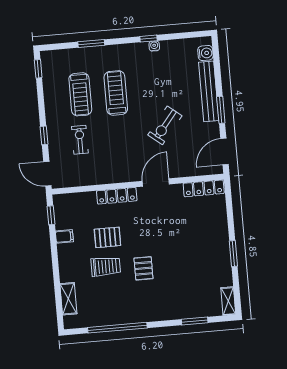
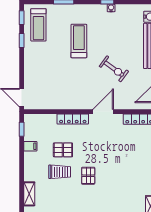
treadmill: (80, 94) -> (38, 25), moved
exercise bike: (165, 125) -> (114, 69), turned -93
window: (44, 135) -> (22, 40), moved
exercise bike: (80, 140) -> (49, 74), removed

